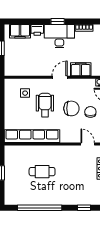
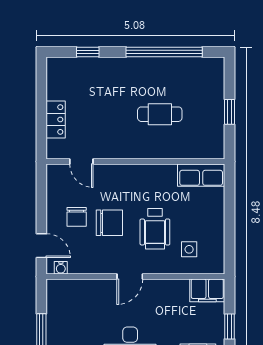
filing cabinet: (81, 69) -> (207, 290), moved
chair: (71, 108) -> (109, 223), turned 180
row of seats: (32, 136) -> (201, 175), width x0.50

